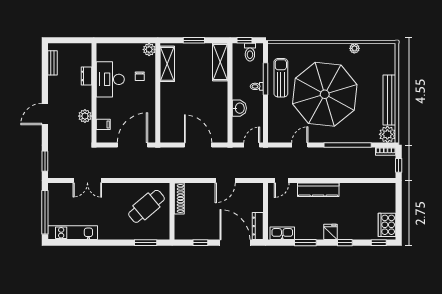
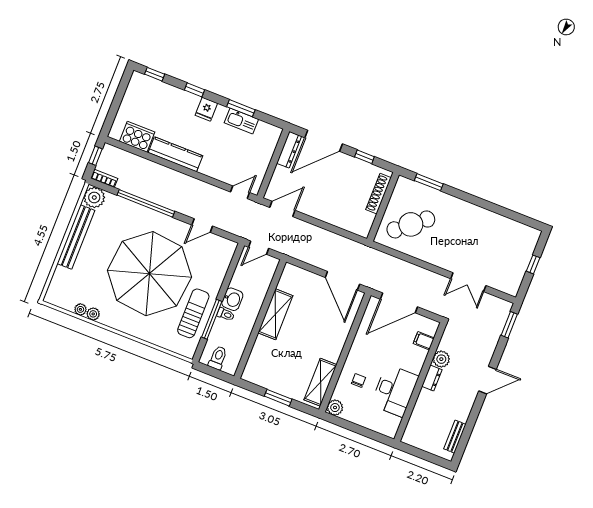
window: (245, 40) -> (219, 374), removed
plant: (365, 48) -> (80, 309), added
shelving: (220, 62) -> (275, 314), moved
dresser: (86, 76) -> (432, 378), moved
sun lounger: (281, 78) -> (193, 313), turned 180
washbasin: (239, 108) -> (232, 299), moved, turned 180
door: (198, 145) -> (342, 281), moved
double door: (87, 181) -> (468, 282), swing flipped
door: (225, 181) -> (282, 209), moved
kitchen counter: (318, 190) -> (175, 154), moved
shoe rack: (179, 198) -> (379, 194), moved
window: (45, 212) -> (533, 264), width x0.32
cooker: (387, 225) -> (137, 137), moved, turned -90
kitchen unit: (73, 233) -> (510, 228), removed
kitchen sink: (282, 233) -> (241, 121), moved
door: (235, 243) -> (324, 141), hinge flipped

